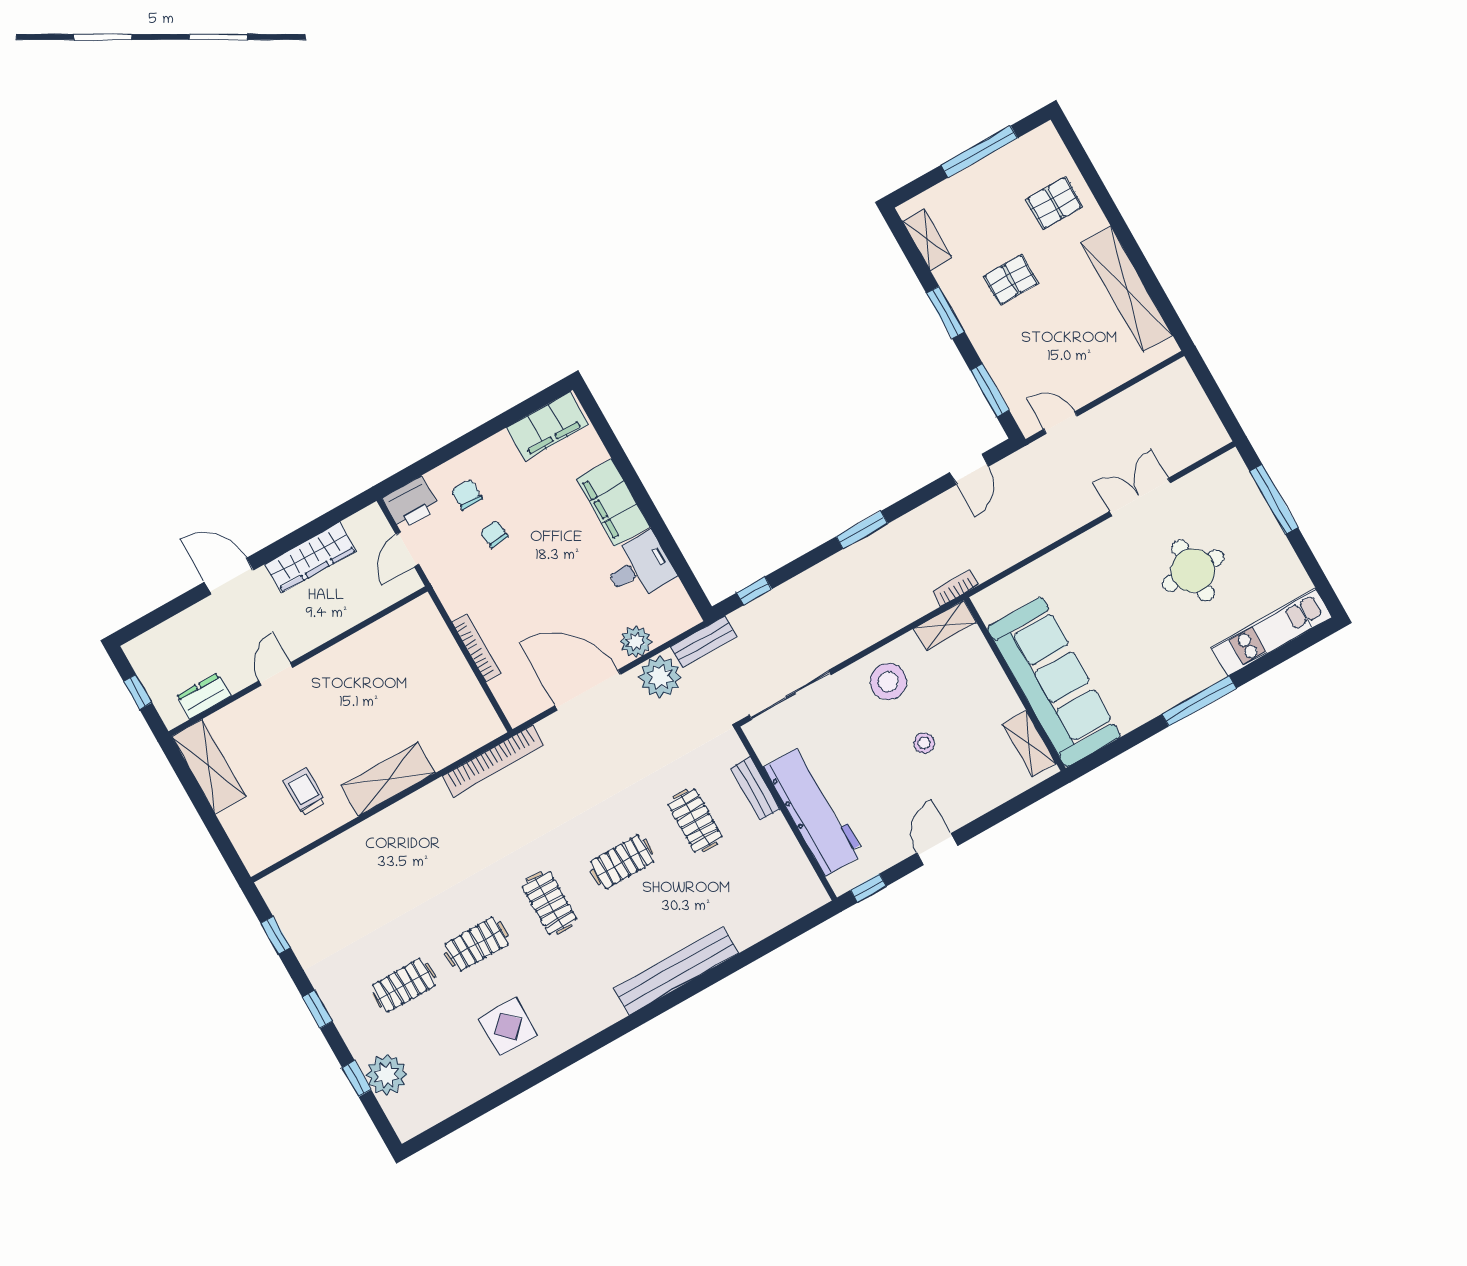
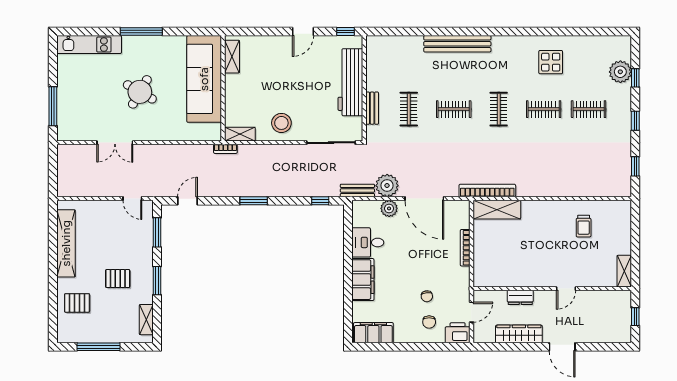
round table: (1193, 570) -> (140, 92), moved, turned 30
dresser: (204, 696) -> (520, 297), moved
stool: (924, 743) -> (281, 85), removed
shelving: (209, 766) -> (624, 271), width x0.67, depth x0.75
shelving: (388, 779) -> (497, 210), moved

